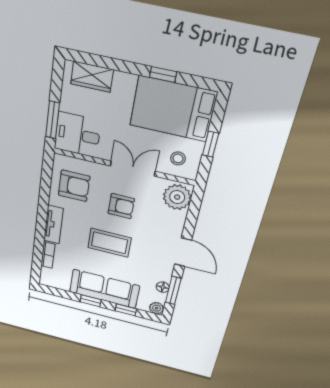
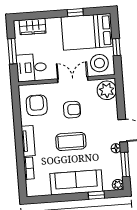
window: (53, 120) -> (12, 51), moved
stool: (178, 158) -> (99, 63), width x1.89, depth x1.89
armchair: (74, 186) -> (37, 105), turned -90
floor lamp: (163, 287) -> (116, 148), moved
window: (91, 301) -> (69, 197), removed

